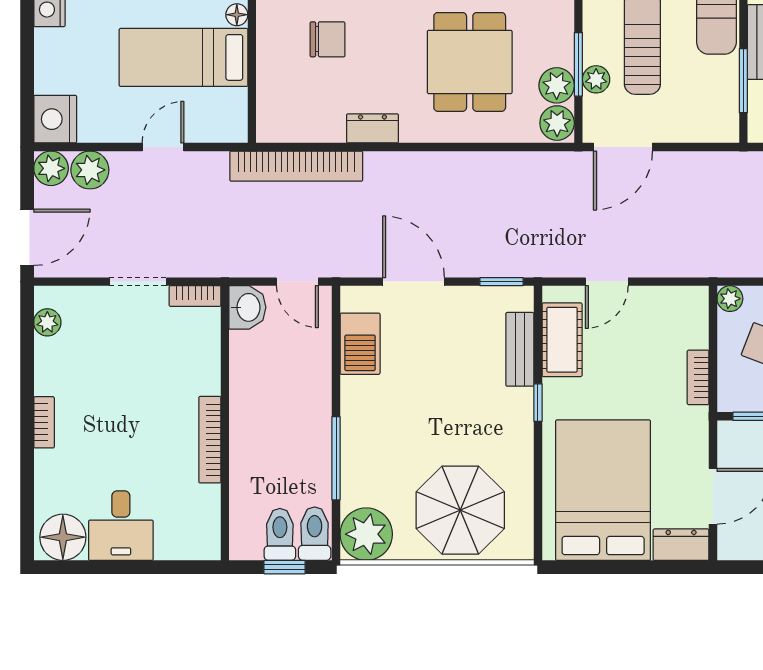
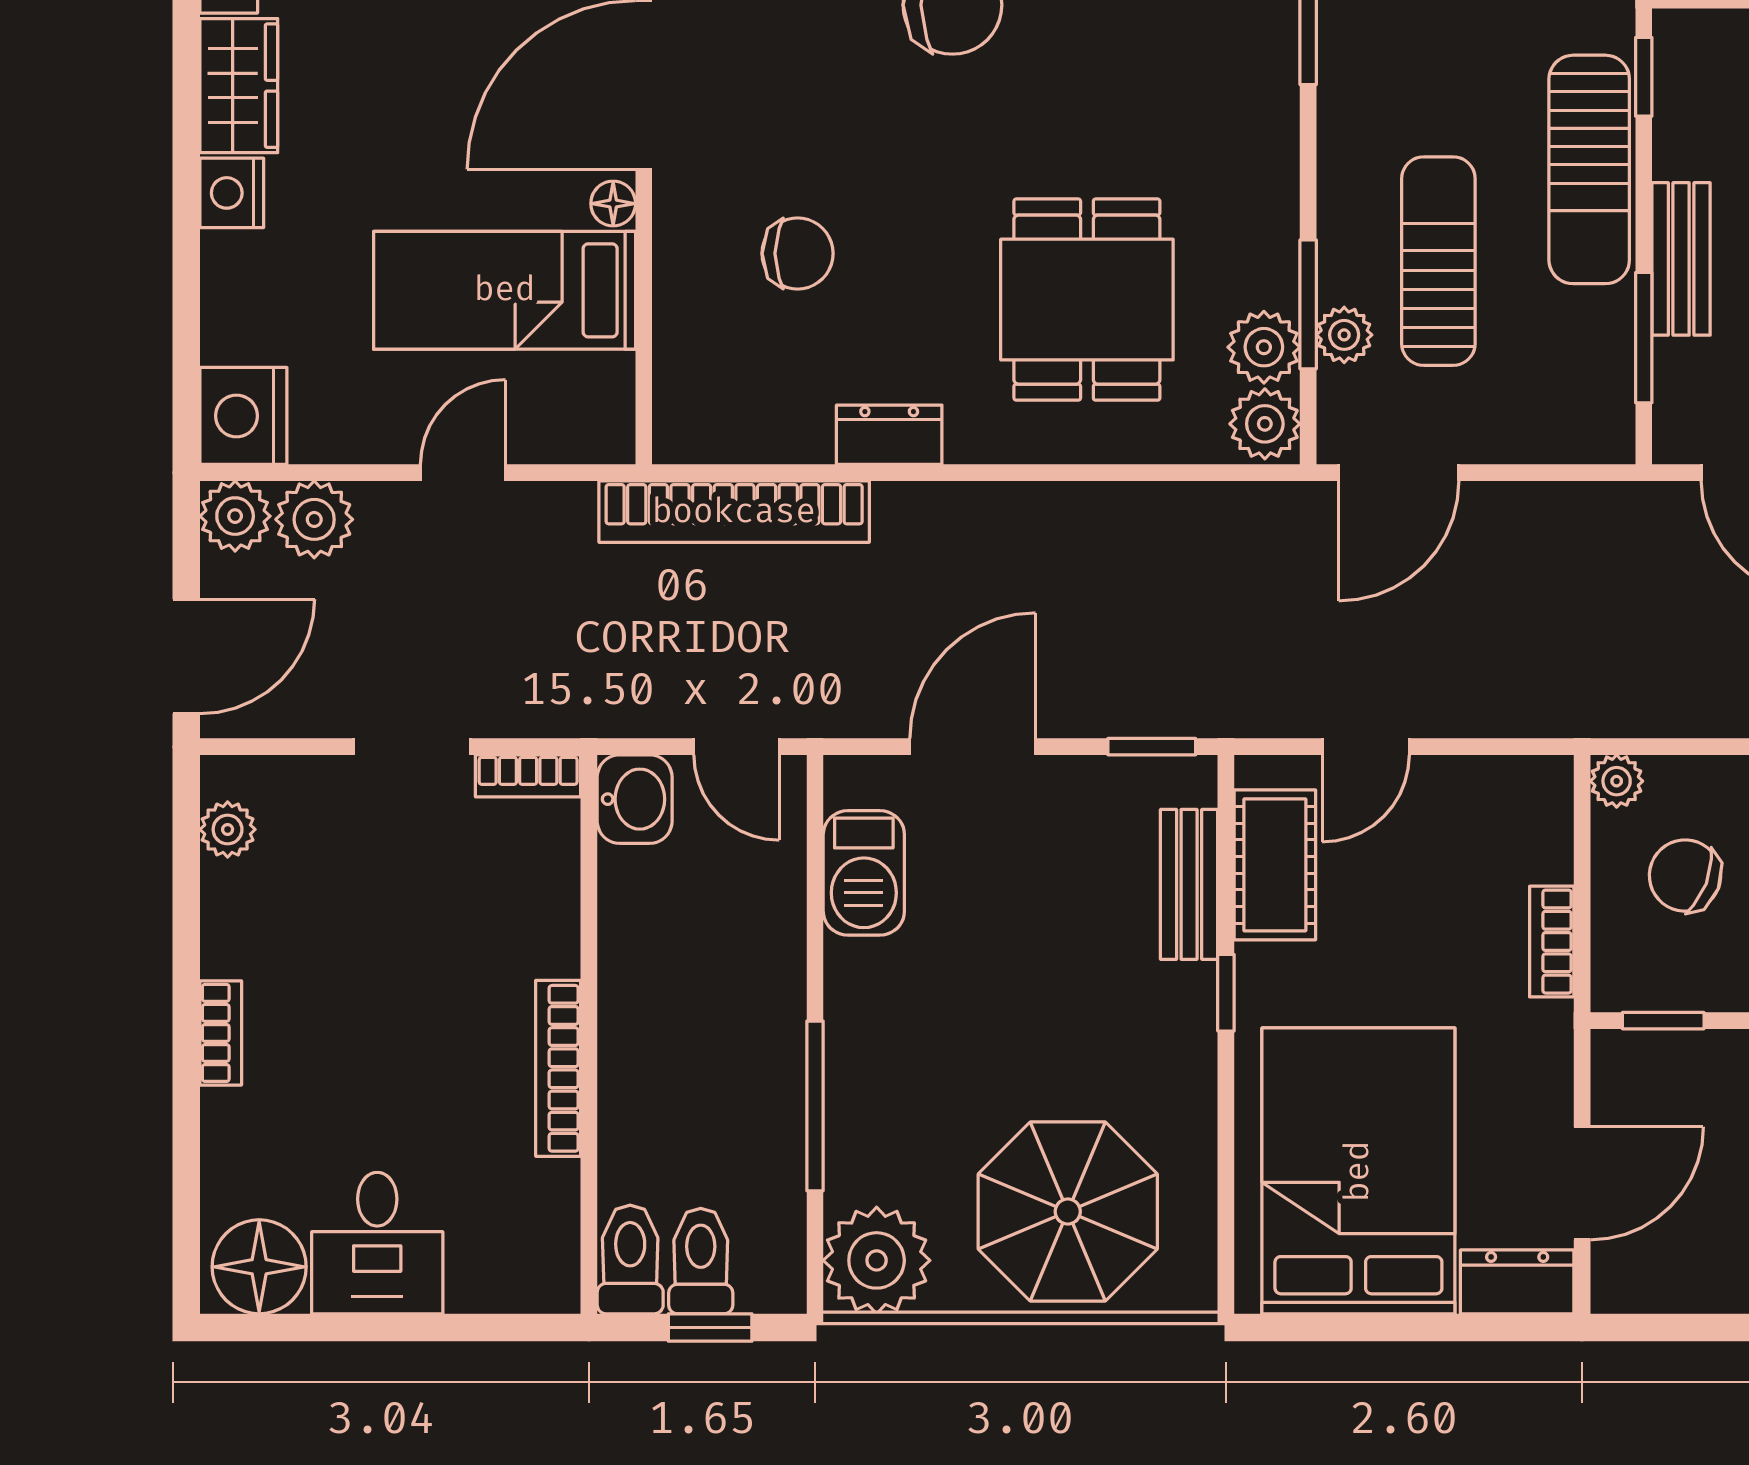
door: (413, 282) -> (973, 747), hinge flipped
toilet: (315, 534) -> (630, 1259), moved

